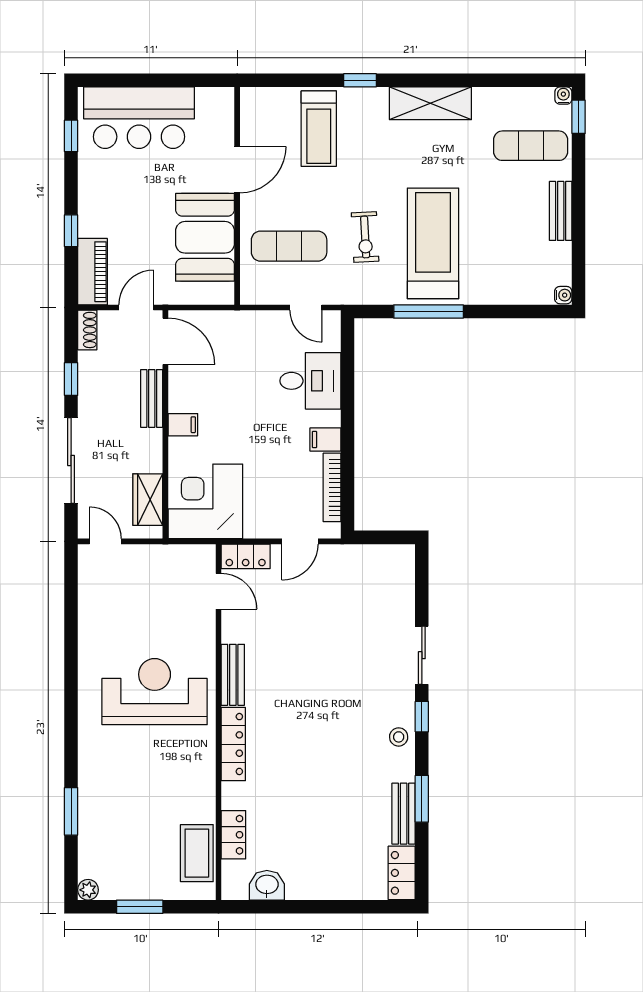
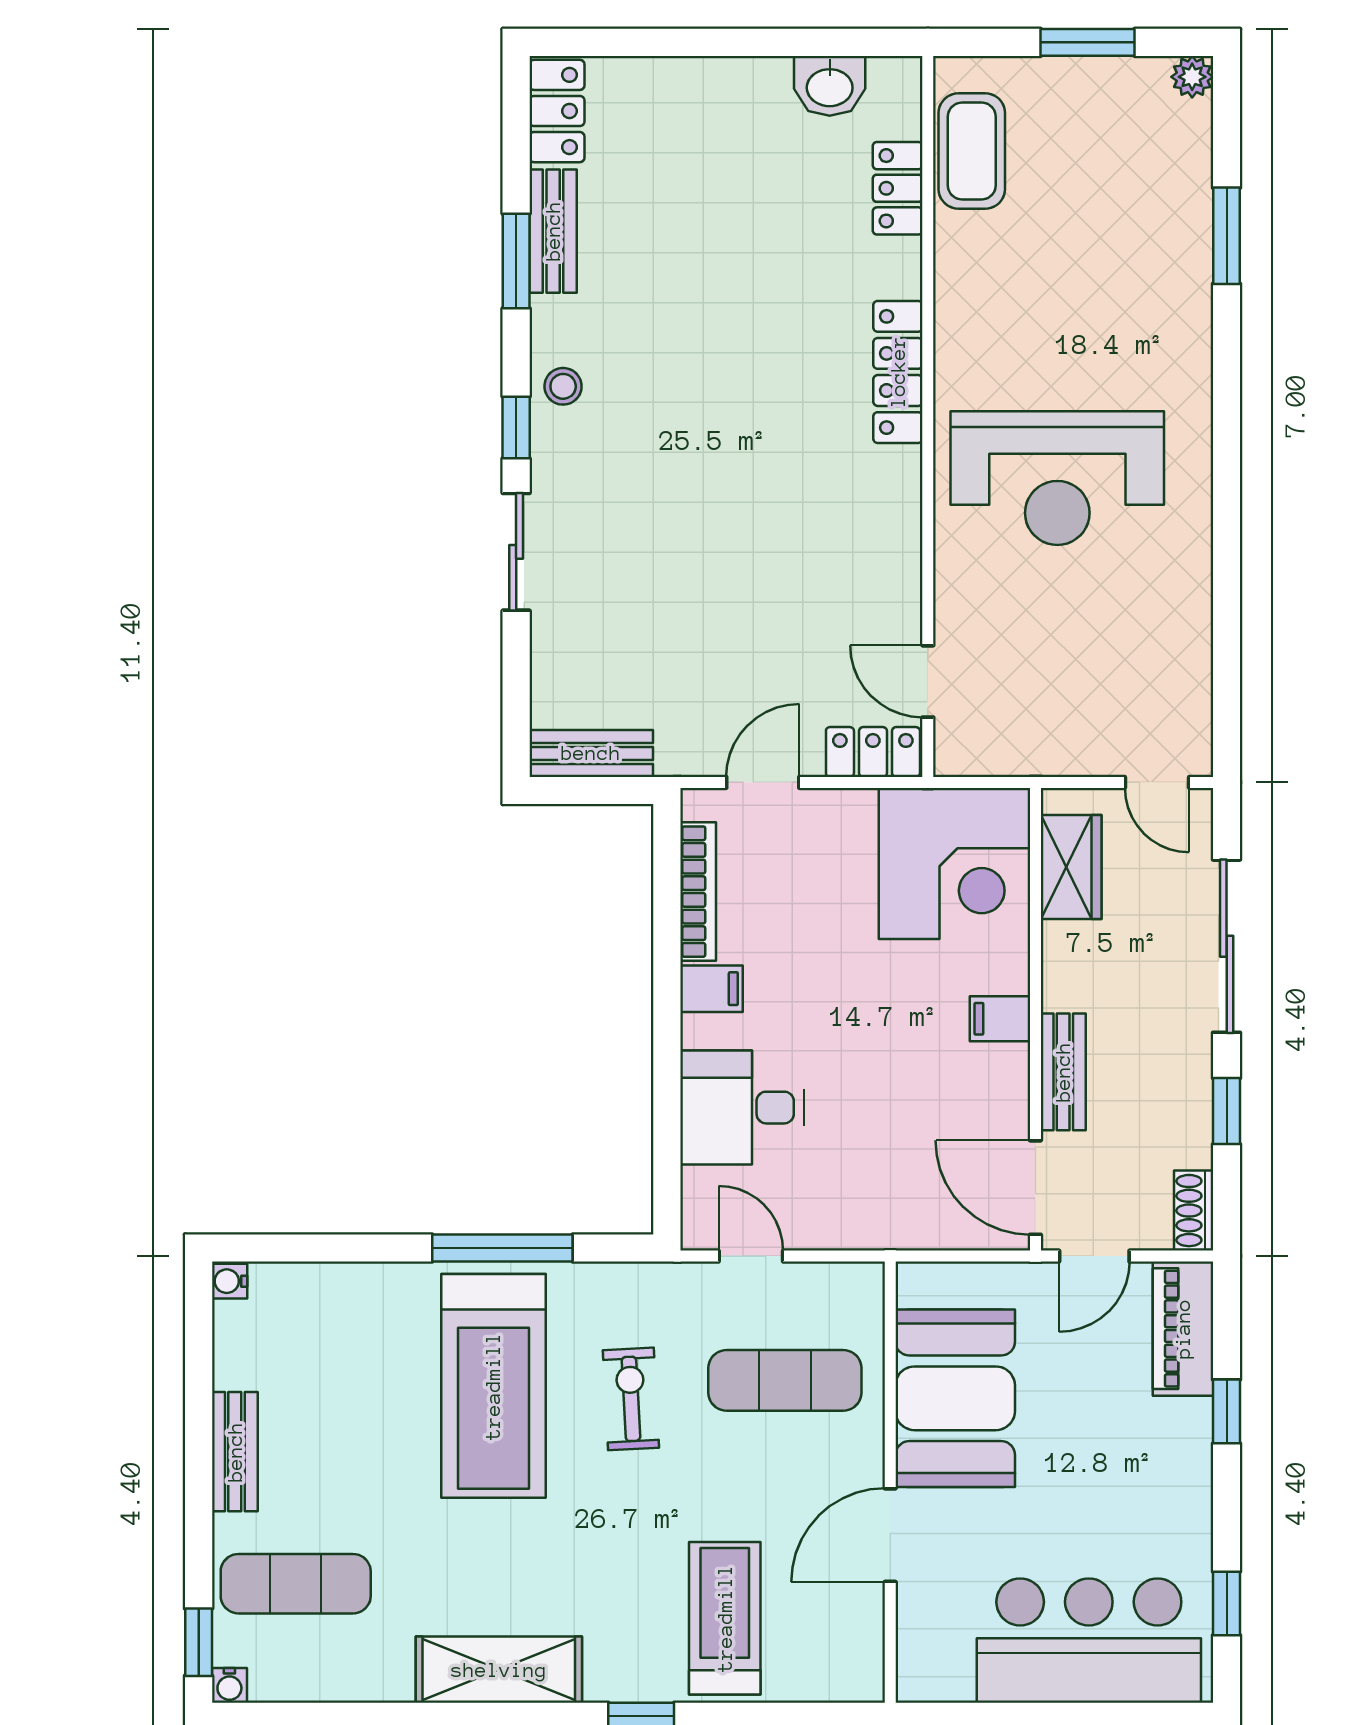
bench: (233, 675) -> (591, 753), moved, turned 90

